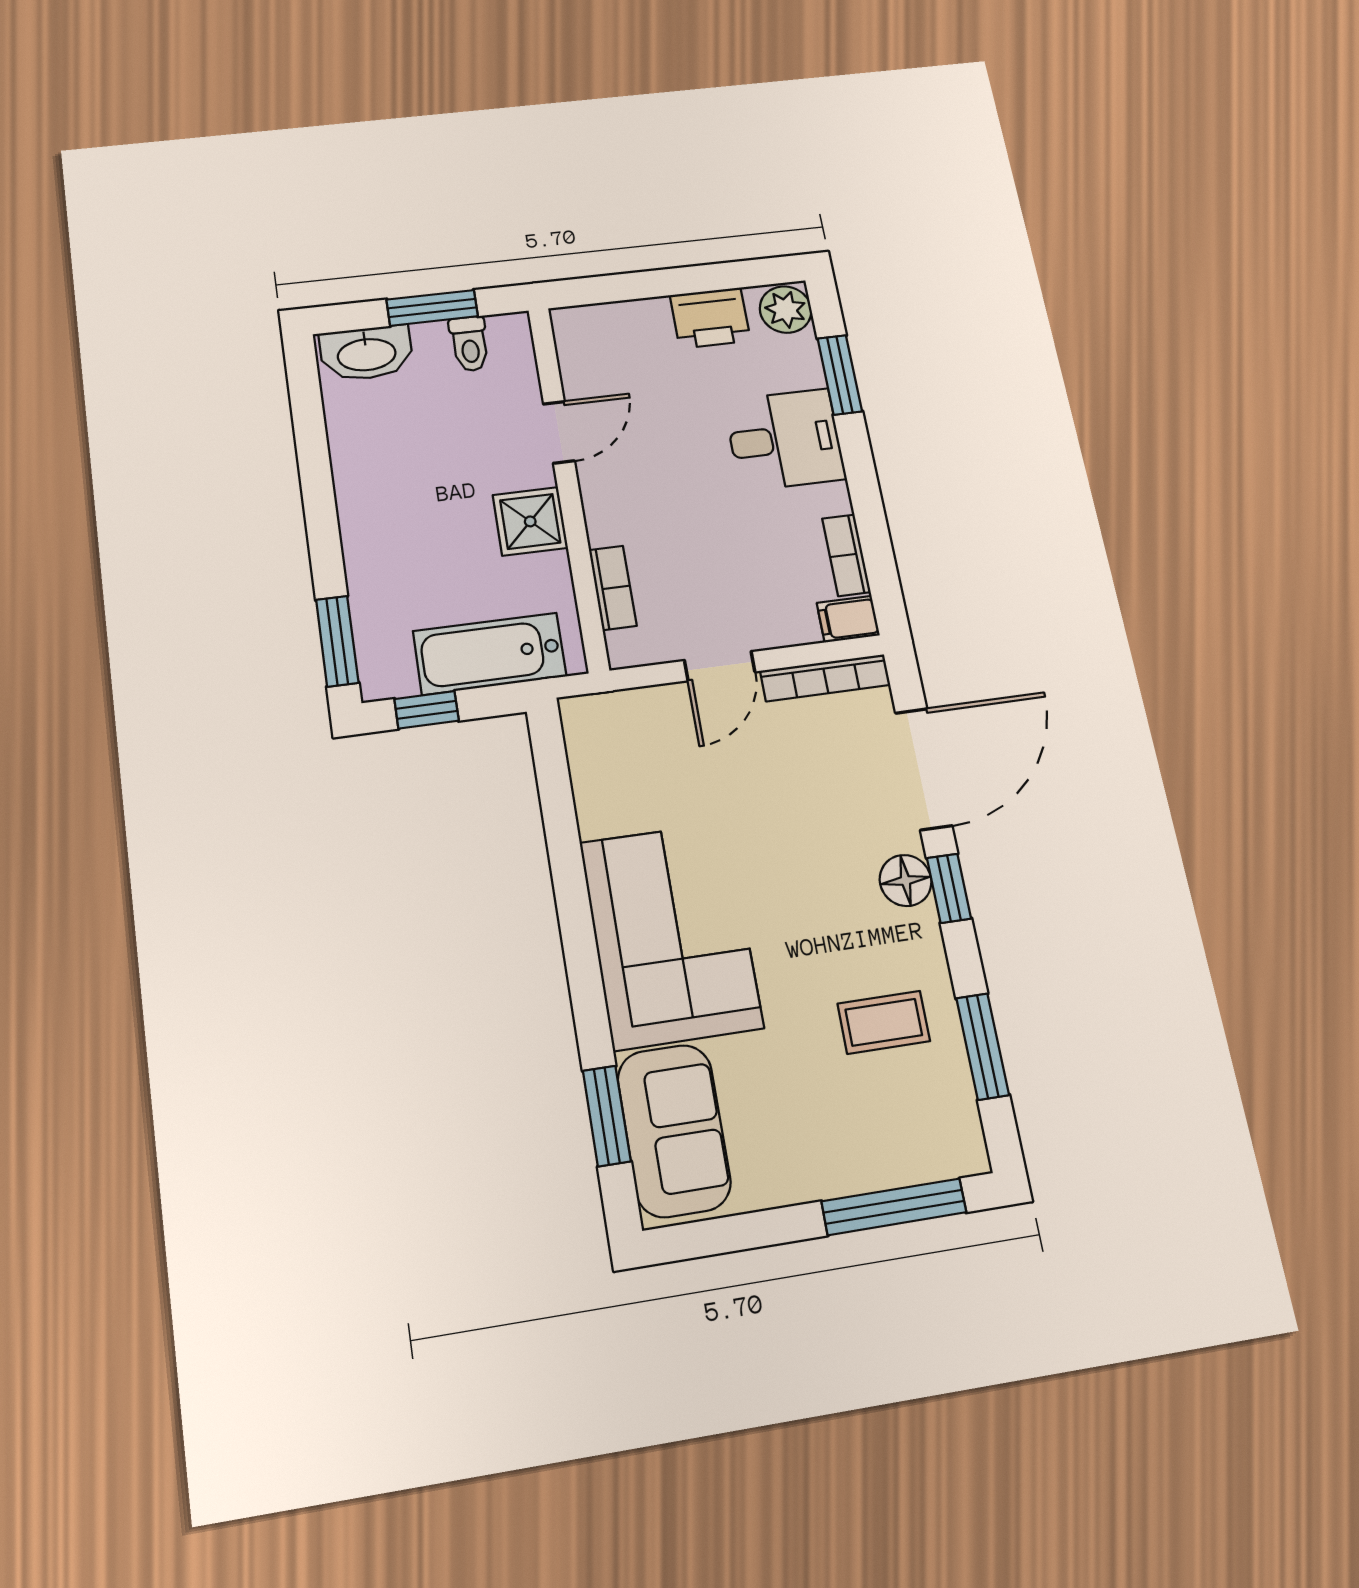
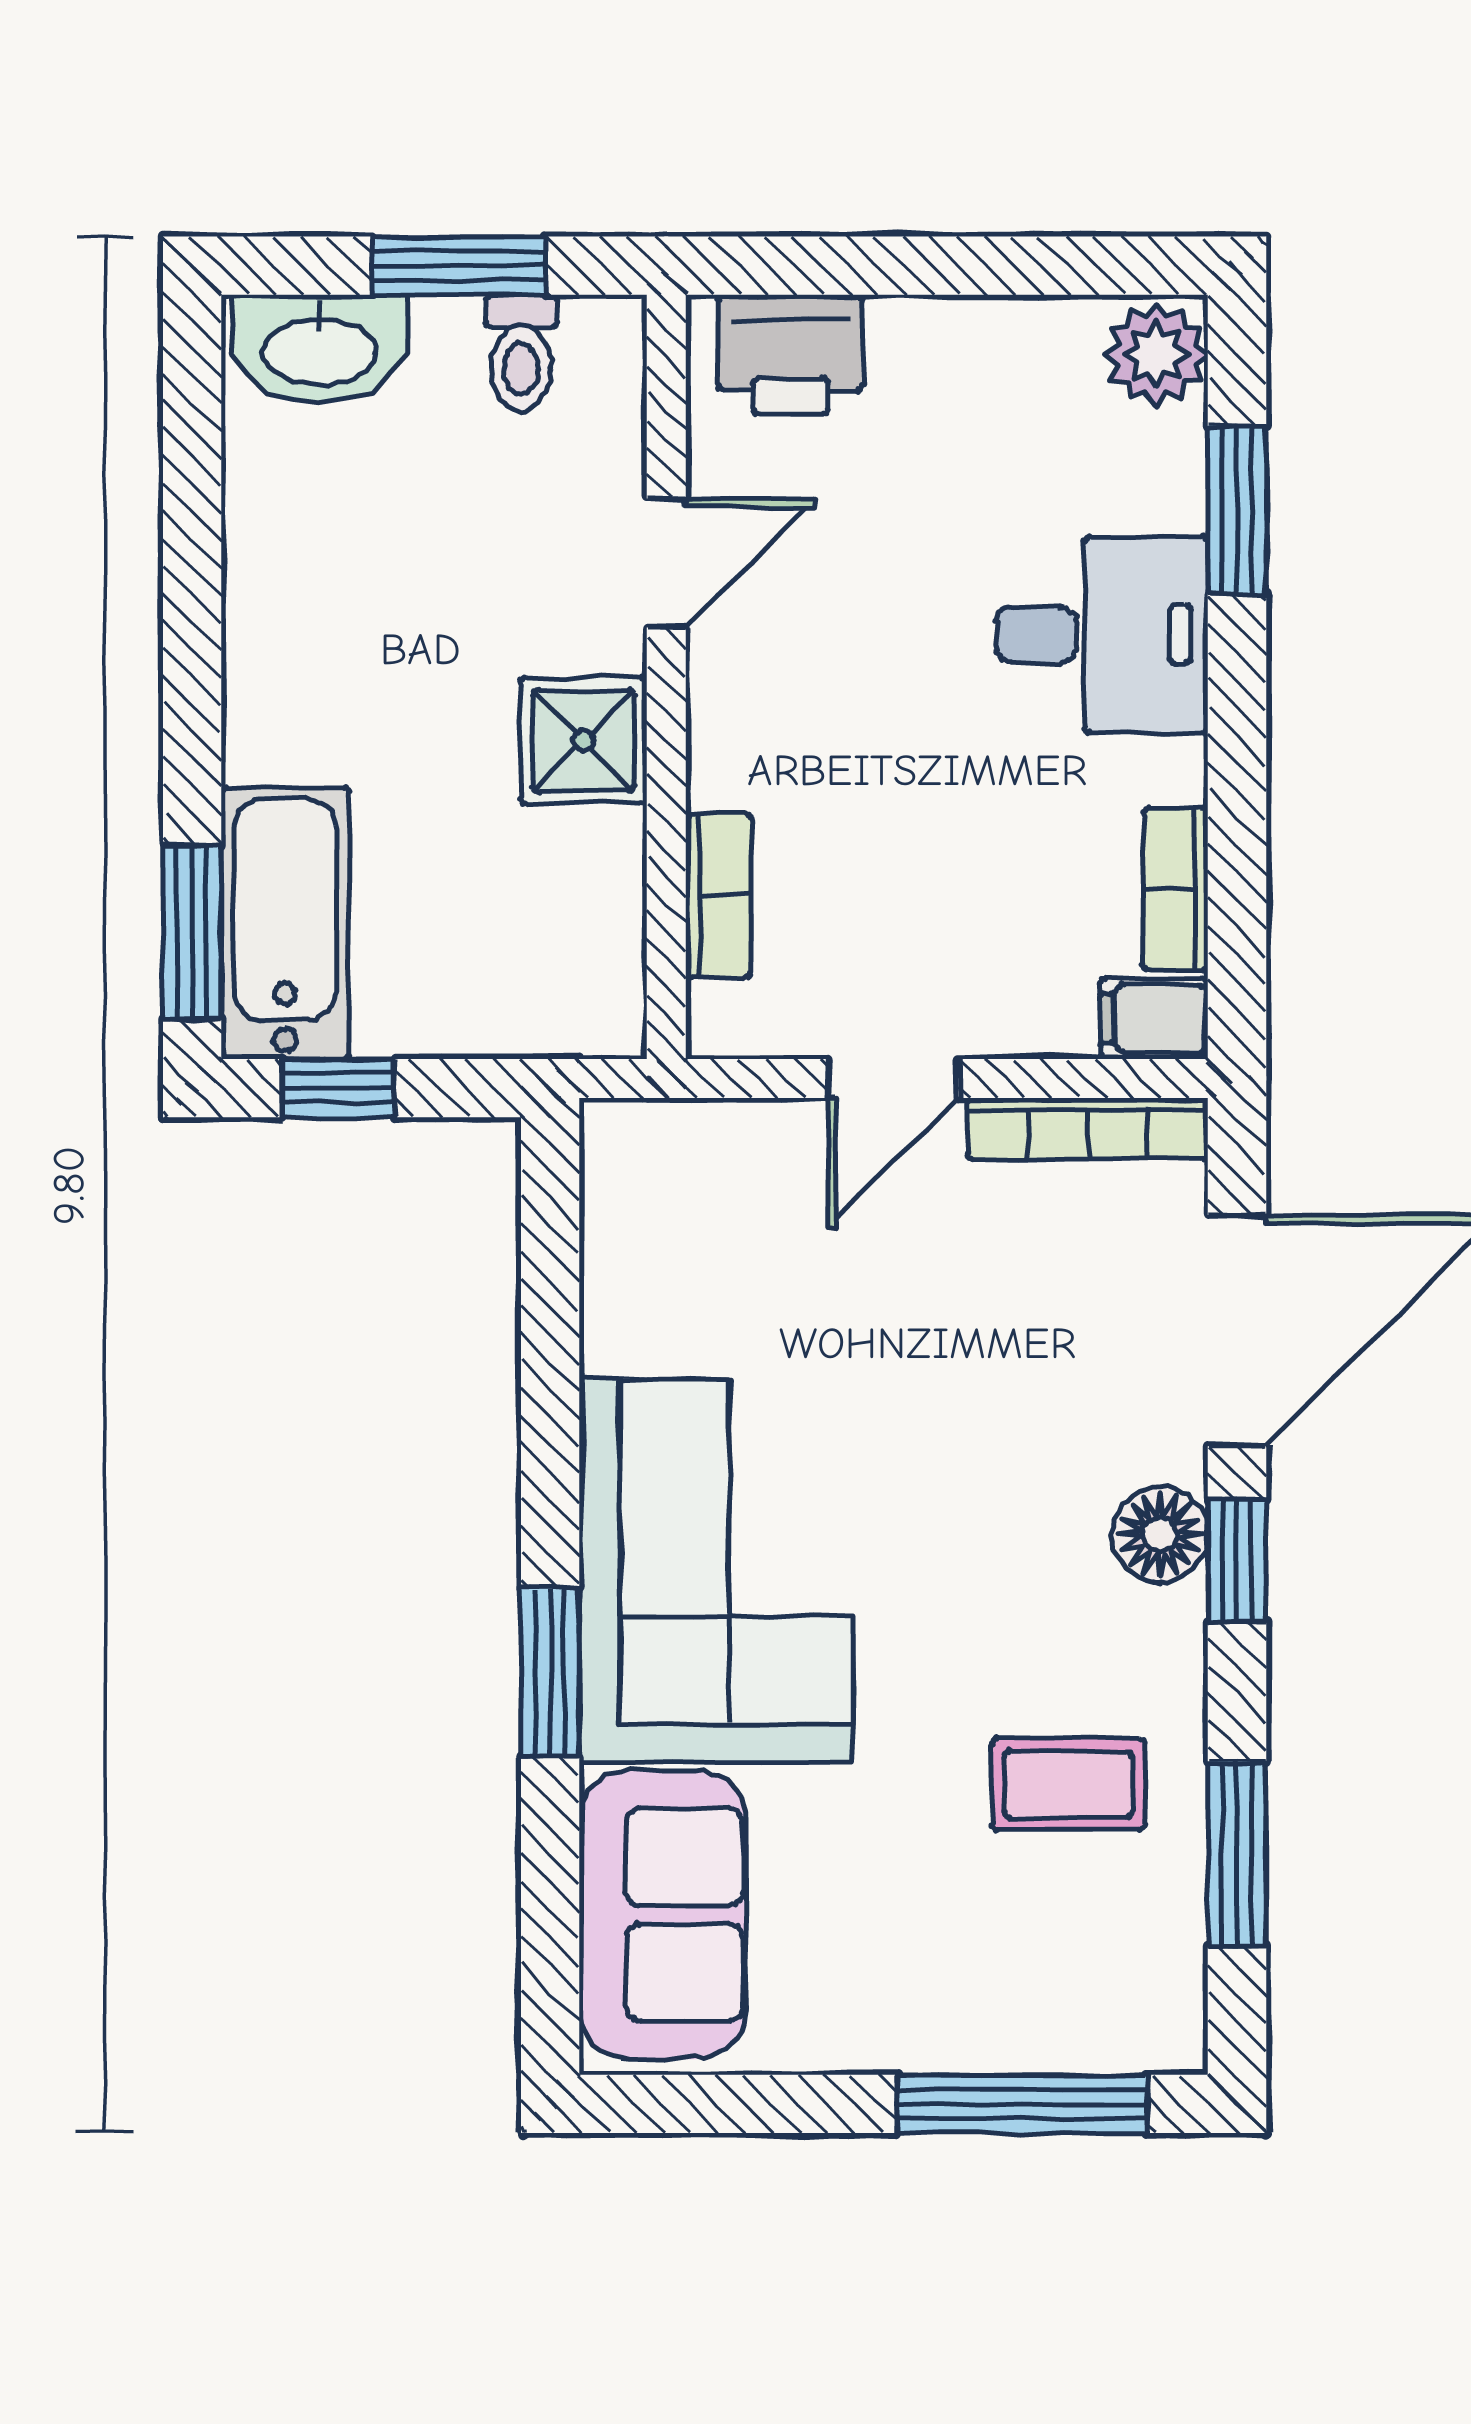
printer: (710, 318) -> (790, 354), moved
bathtub: (490, 654) -> (285, 923), moved, turned 90
window: (607, 1116) -> (550, 1672), moved

